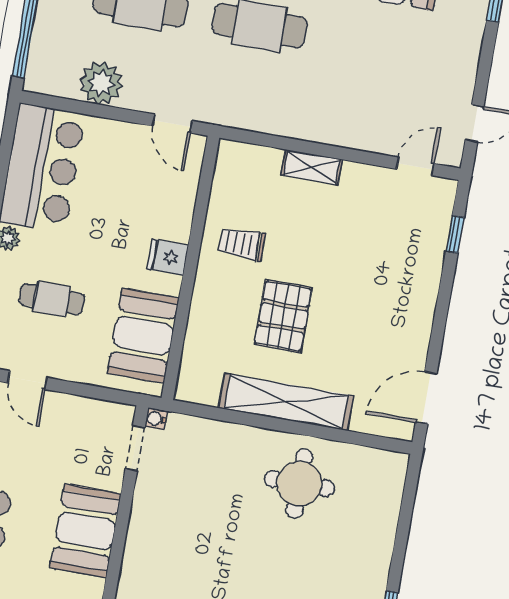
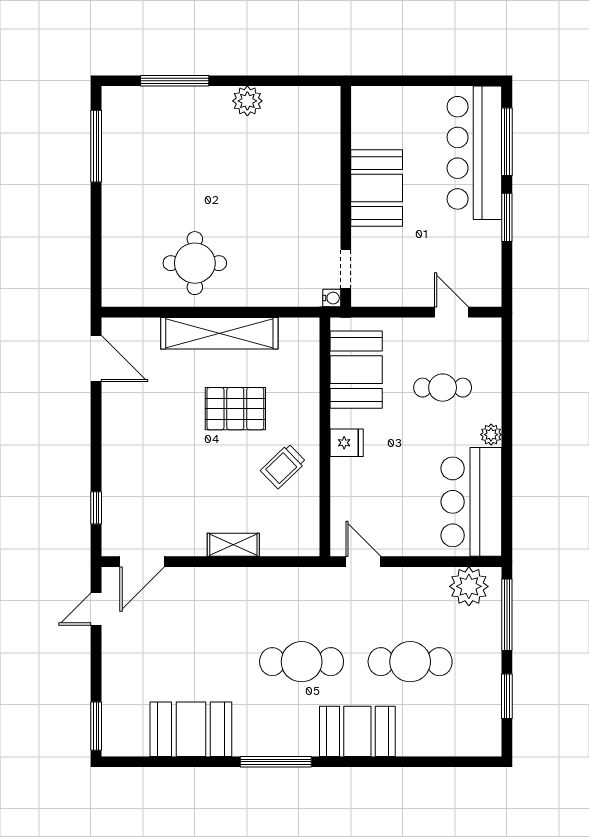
plant: (101, 83) -> (469, 586), moved
door: (415, 166) -> (142, 562), width x1.37
trolley: (242, 244) -> (283, 466), turned 136
pallet: (283, 316) -> (235, 409), turned 90
door: (426, 398) -> (96, 359), hinge flipped

